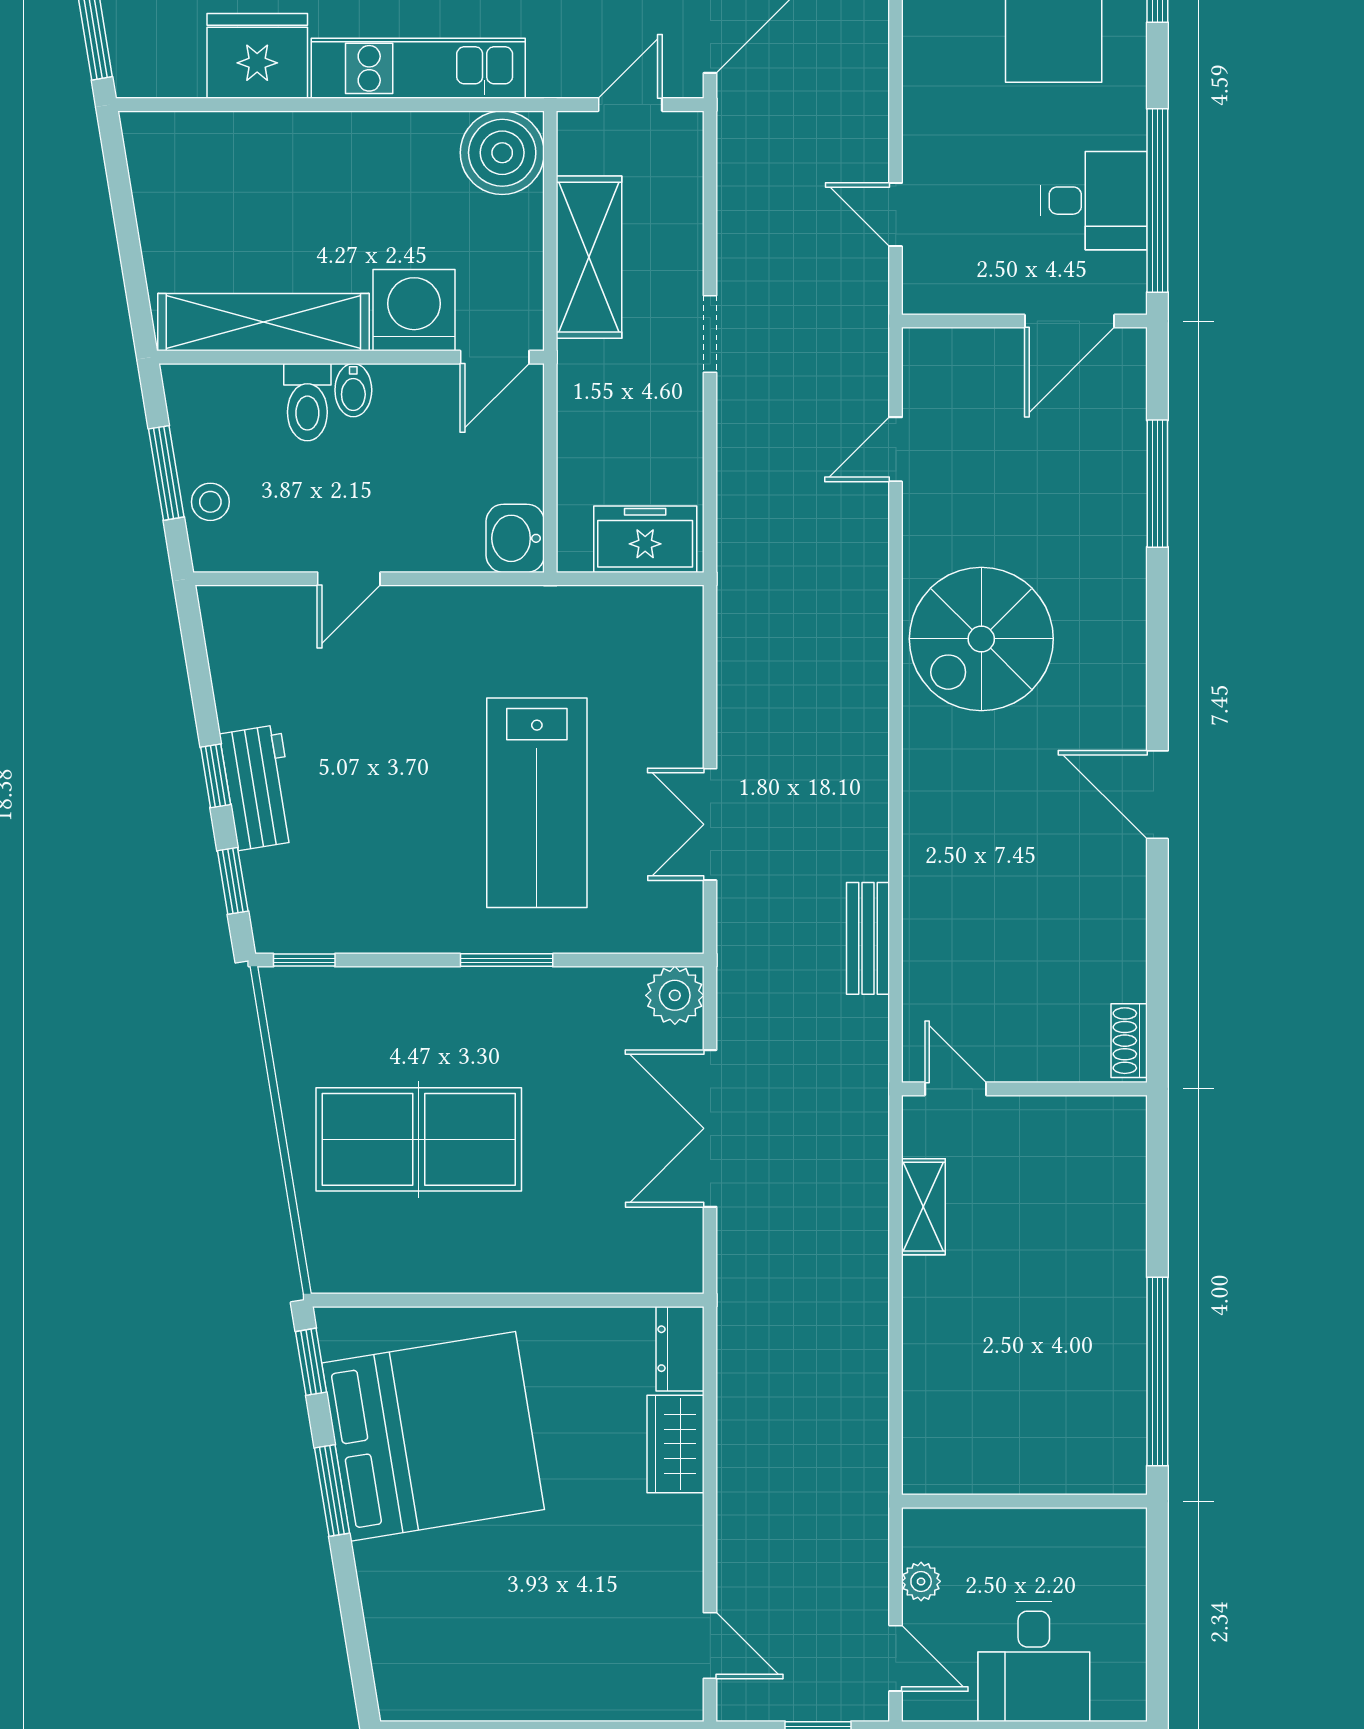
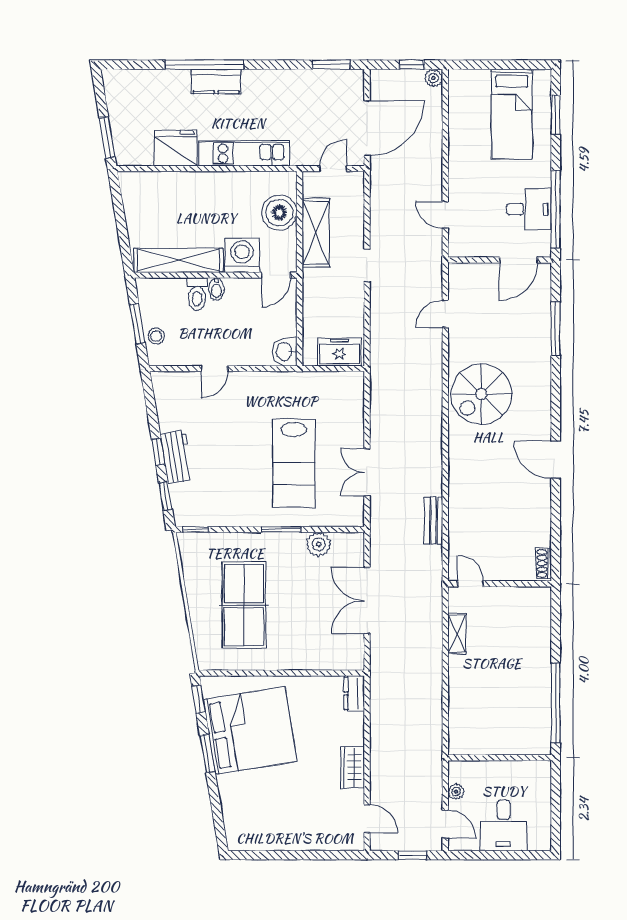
boiler: (502, 153) -> (279, 213), moved
plant: (675, 995) -> (319, 544), moved
table tennis table: (419, 1139) -> (244, 605), turned 90
wardrobe: (676, 1444) -> (352, 767), moved

